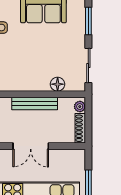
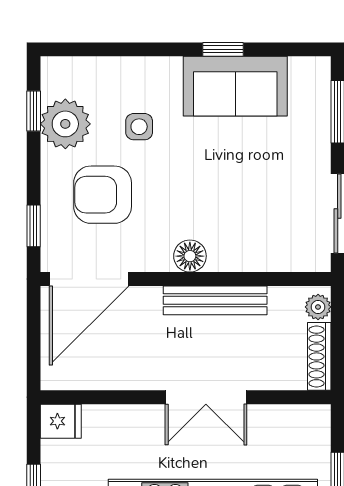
floor lamp: (58, 84) -> (190, 256), moved

